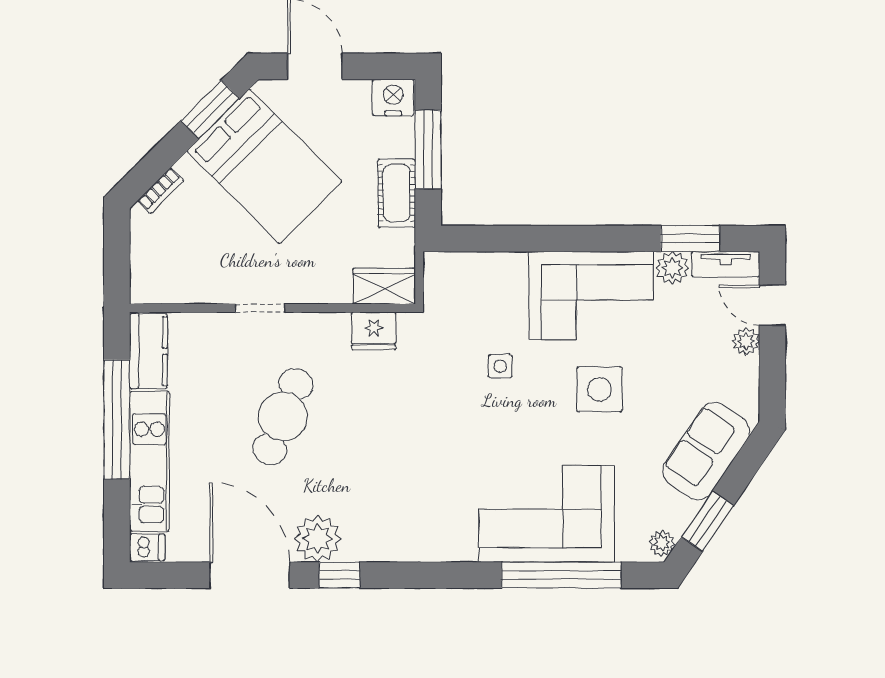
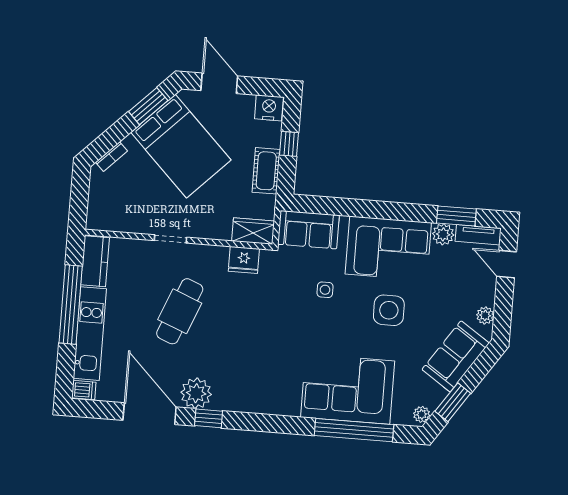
window: (428, 150) -> (289, 144), width x0.46
sofa: (468, 277) -> (308, 230), added
plant: (746, 341) -> (485, 315), moved

